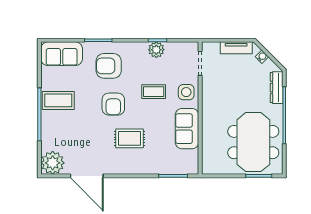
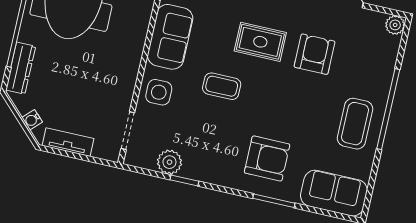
plant: (156, 50) -> (169, 162), moved
coffee table: (154, 92) -> (222, 86), moved
coffee table: (58, 100) -> (355, 124), turned 90
armchair: (113, 104) -> (315, 54), moved
plant: (53, 163) -> (395, 25), width x0.53, depth x0.53

